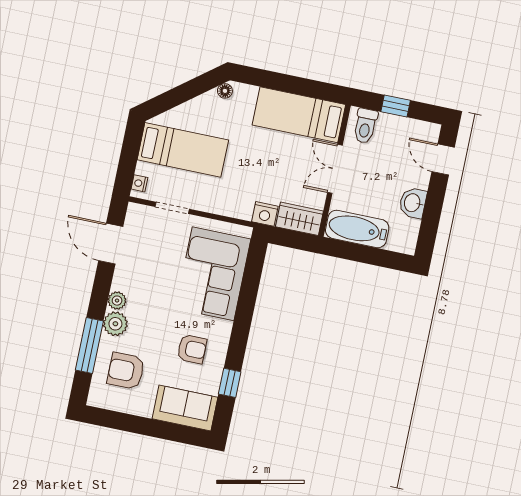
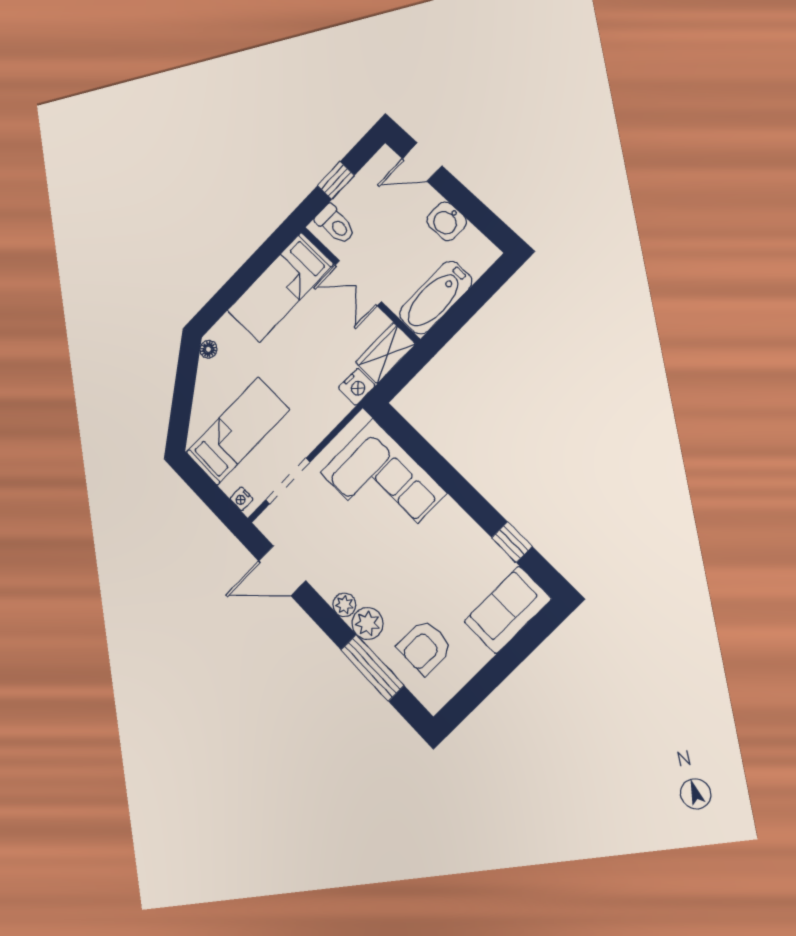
doorway: (172, 208) -> (288, 481), width x1.38
armchair: (192, 349) -> (448, 559), removed

